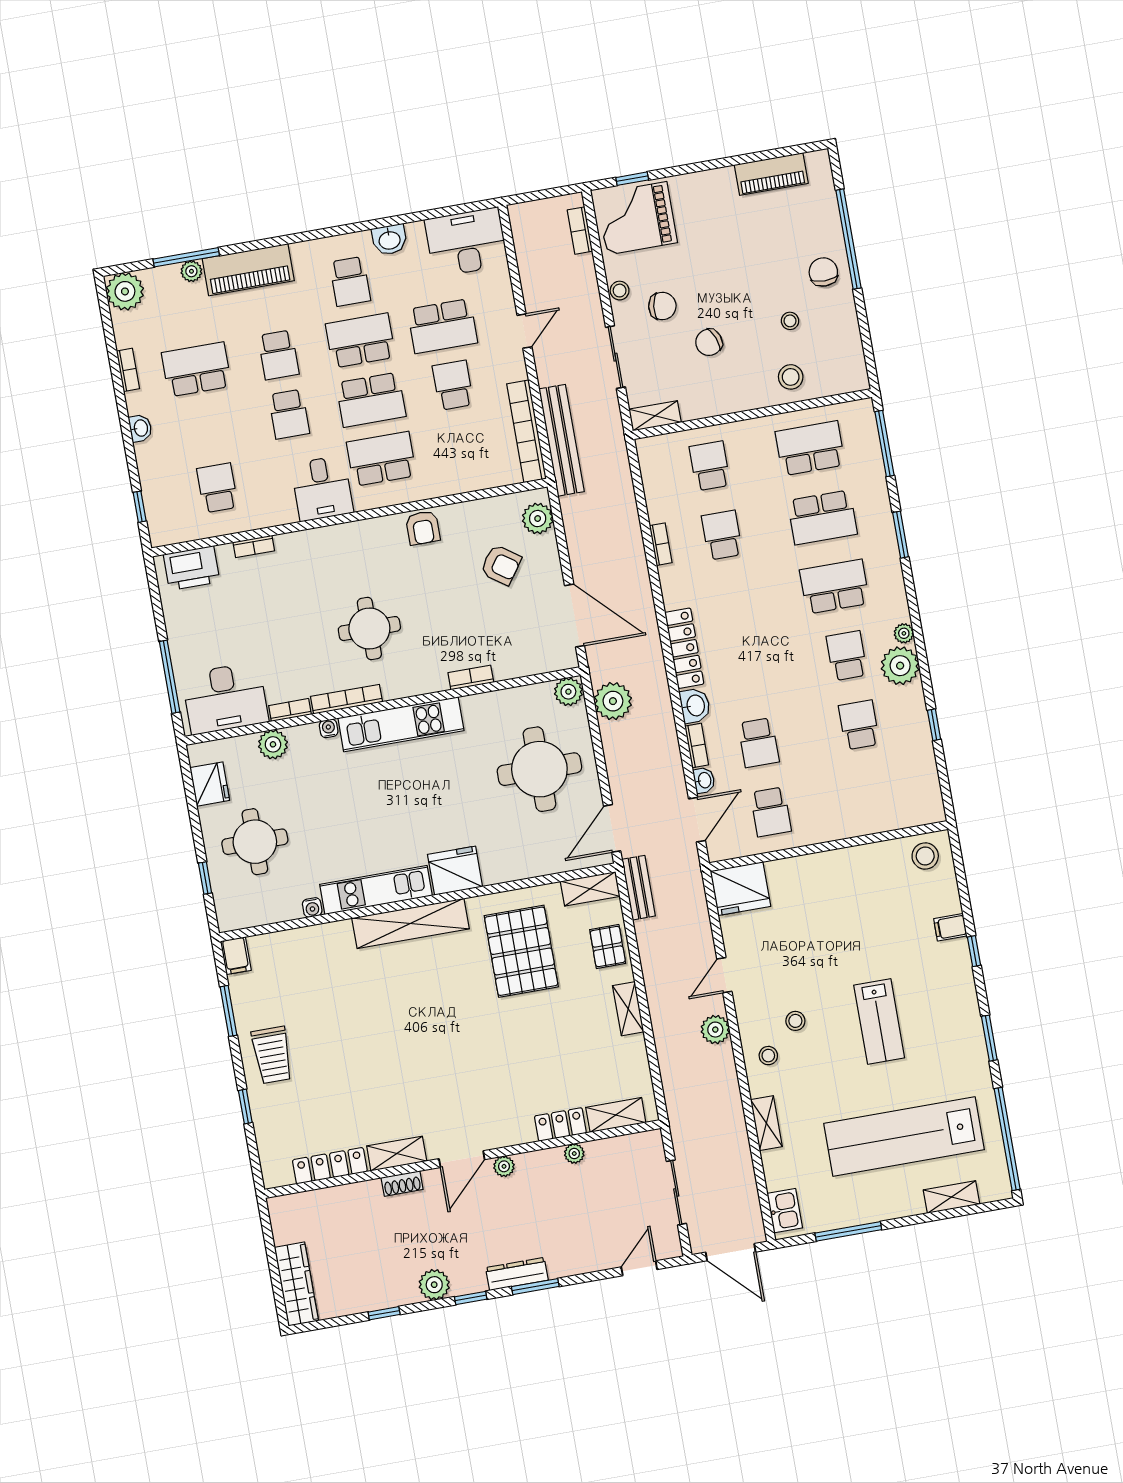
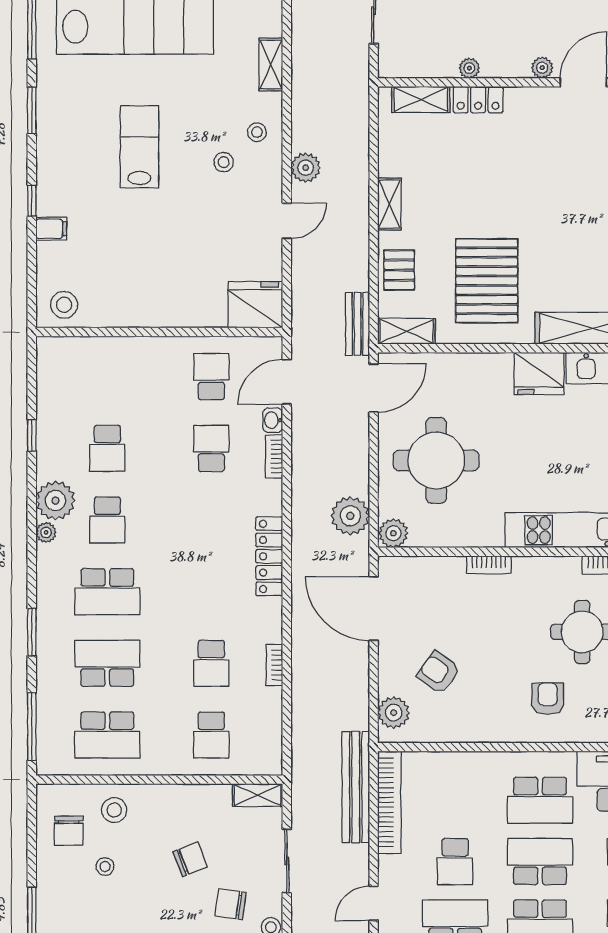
chair: (823, 272) -> (69, 831), moved
armchair: (423, 528) -> (548, 699), moved
washbasin: (695, 706) -> (269, 497), removed

